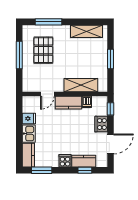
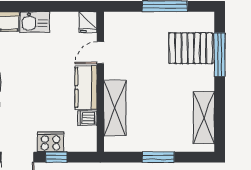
pallet: (43, 50) -> (191, 48), moved
door: (47, 94) -> (100, 53), hinge flipped
window: (110, 109) -> (56, 157), moved
fridge: (29, 119) -> (88, 22), moved

